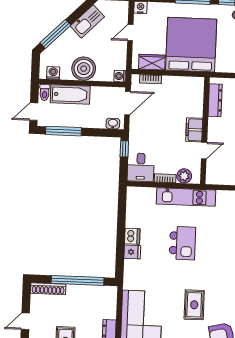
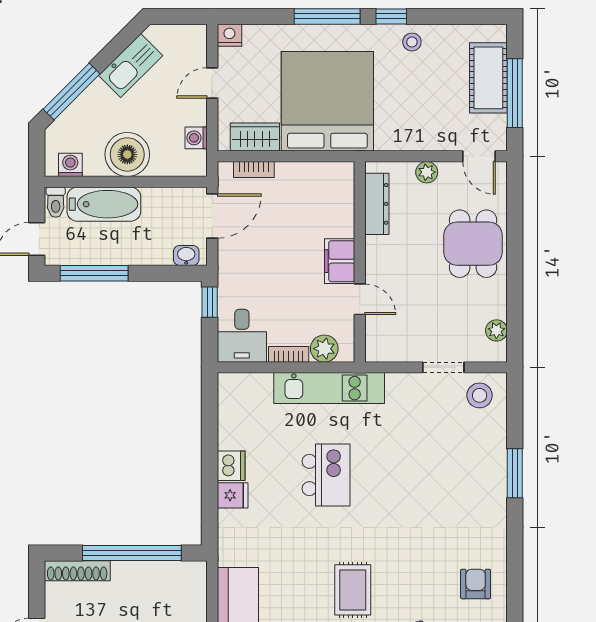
washing machine: (120, 76) -> (196, 138), moved
door: (204, 151) -> (360, 299), hinge flipped

